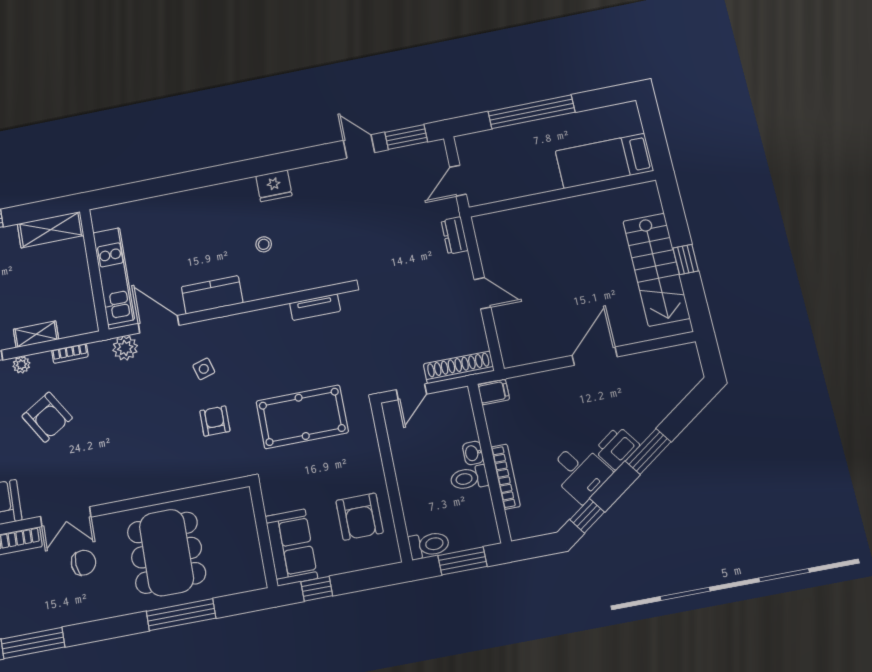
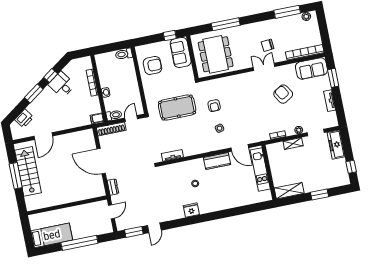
door: (359, 146) -> (154, 228), hinge flipped
bed: (604, 161) -> (52, 235), moved
window: (686, 260) -> (16, 176), width x2.17
door: (482, 293) -> (101, 161), width x1.87
plant: (125, 348) -> (254, 137), removed
door: (595, 356) -> (43, 136), moved
armchair: (47, 417) -> (283, 94), moved
printer: (617, 448) -> (24, 118), moved
toilet: (469, 478) -> (114, 115), moved
window: (587, 516) -> (51, 76), moved
double door: (66, 517) -> (264, 67), moved
armchair: (360, 517) -> (152, 65), turned 90
dining table: (167, 553) -> (216, 54), moved
window: (462, 561) -> (110, 48), removed

